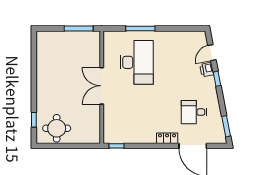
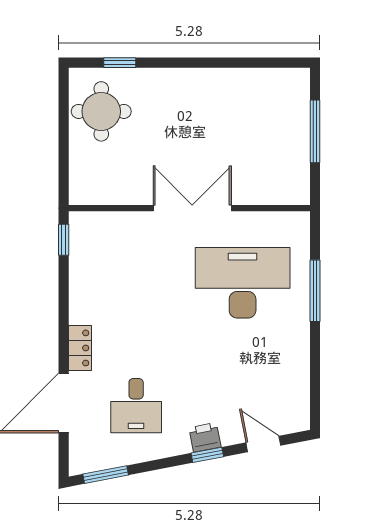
window: (79, 29) -> (315, 131), moved
desk: (137, 62) -> (243, 283), turned 180
printer: (207, 70) -> (205, 437), moved
desk: (194, 112) -> (136, 406), turned 180

